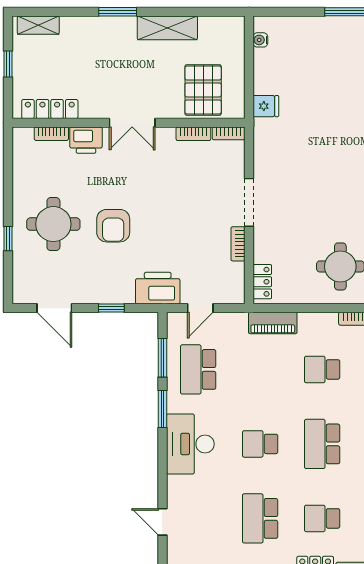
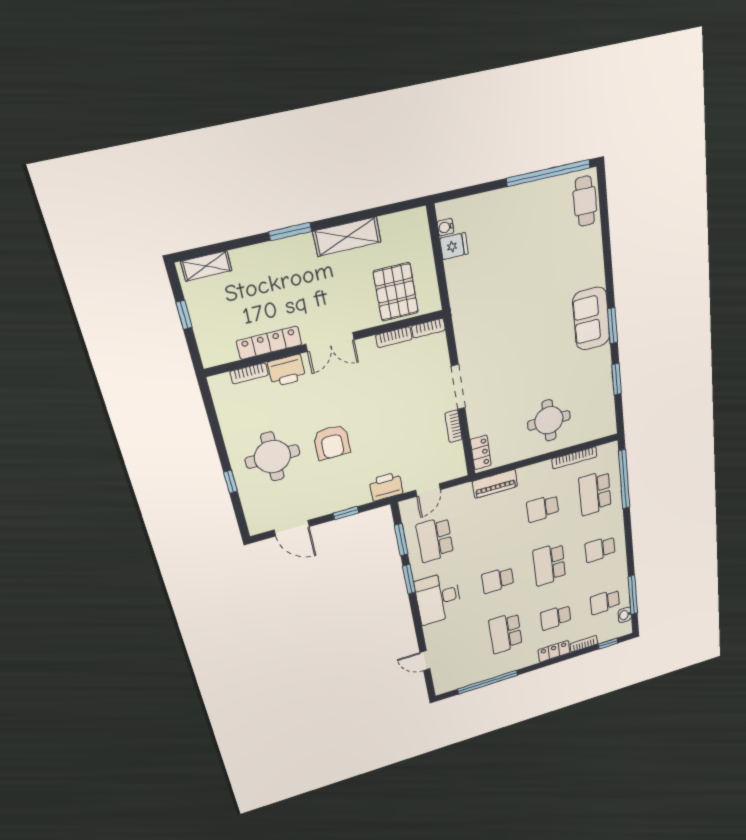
fridge: (266, 106) -> (454, 246), moved
locker: (50, 109) -> (269, 343), moved
printer: (158, 288) -> (386, 486), width x0.73, depth x0.84

